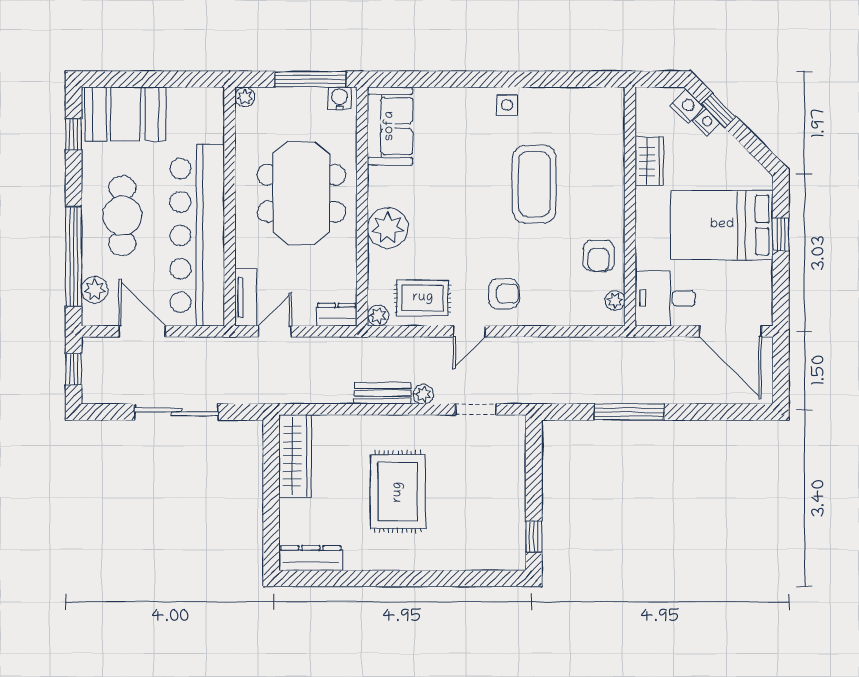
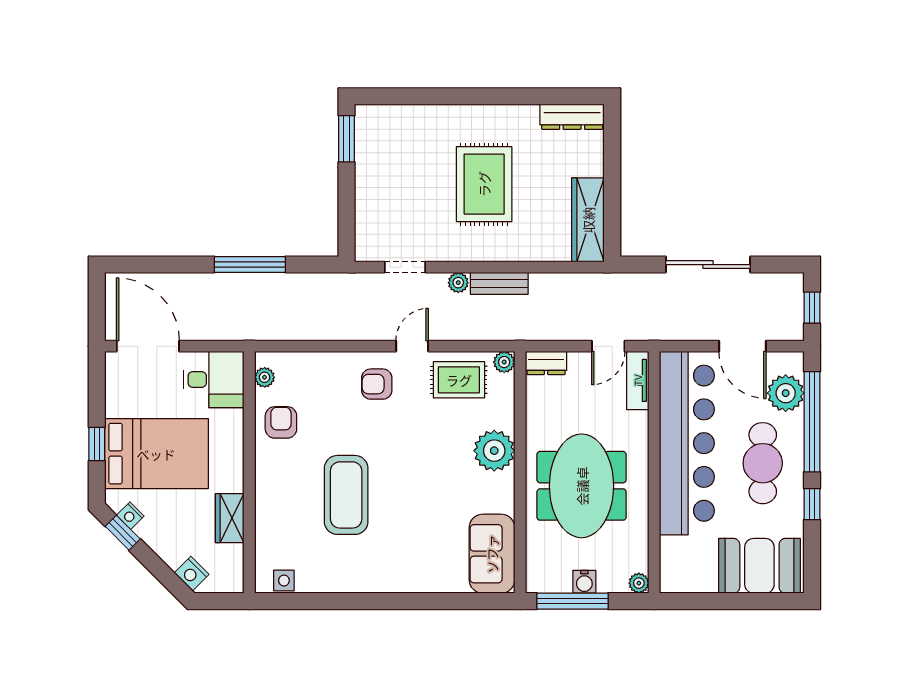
water cooler: (340, 98) -> (584, 582), moved
side table: (507, 105) -> (284, 580), moved
window: (719, 111) -> (123, 533), moved
nightstand: (706, 122) -> (130, 516), moved
window: (74, 134) -> (812, 504), moved
plant: (95, 290) -> (786, 393), width x1.36, depth x1.36
window: (534, 536) -> (347, 139), width x1.50

